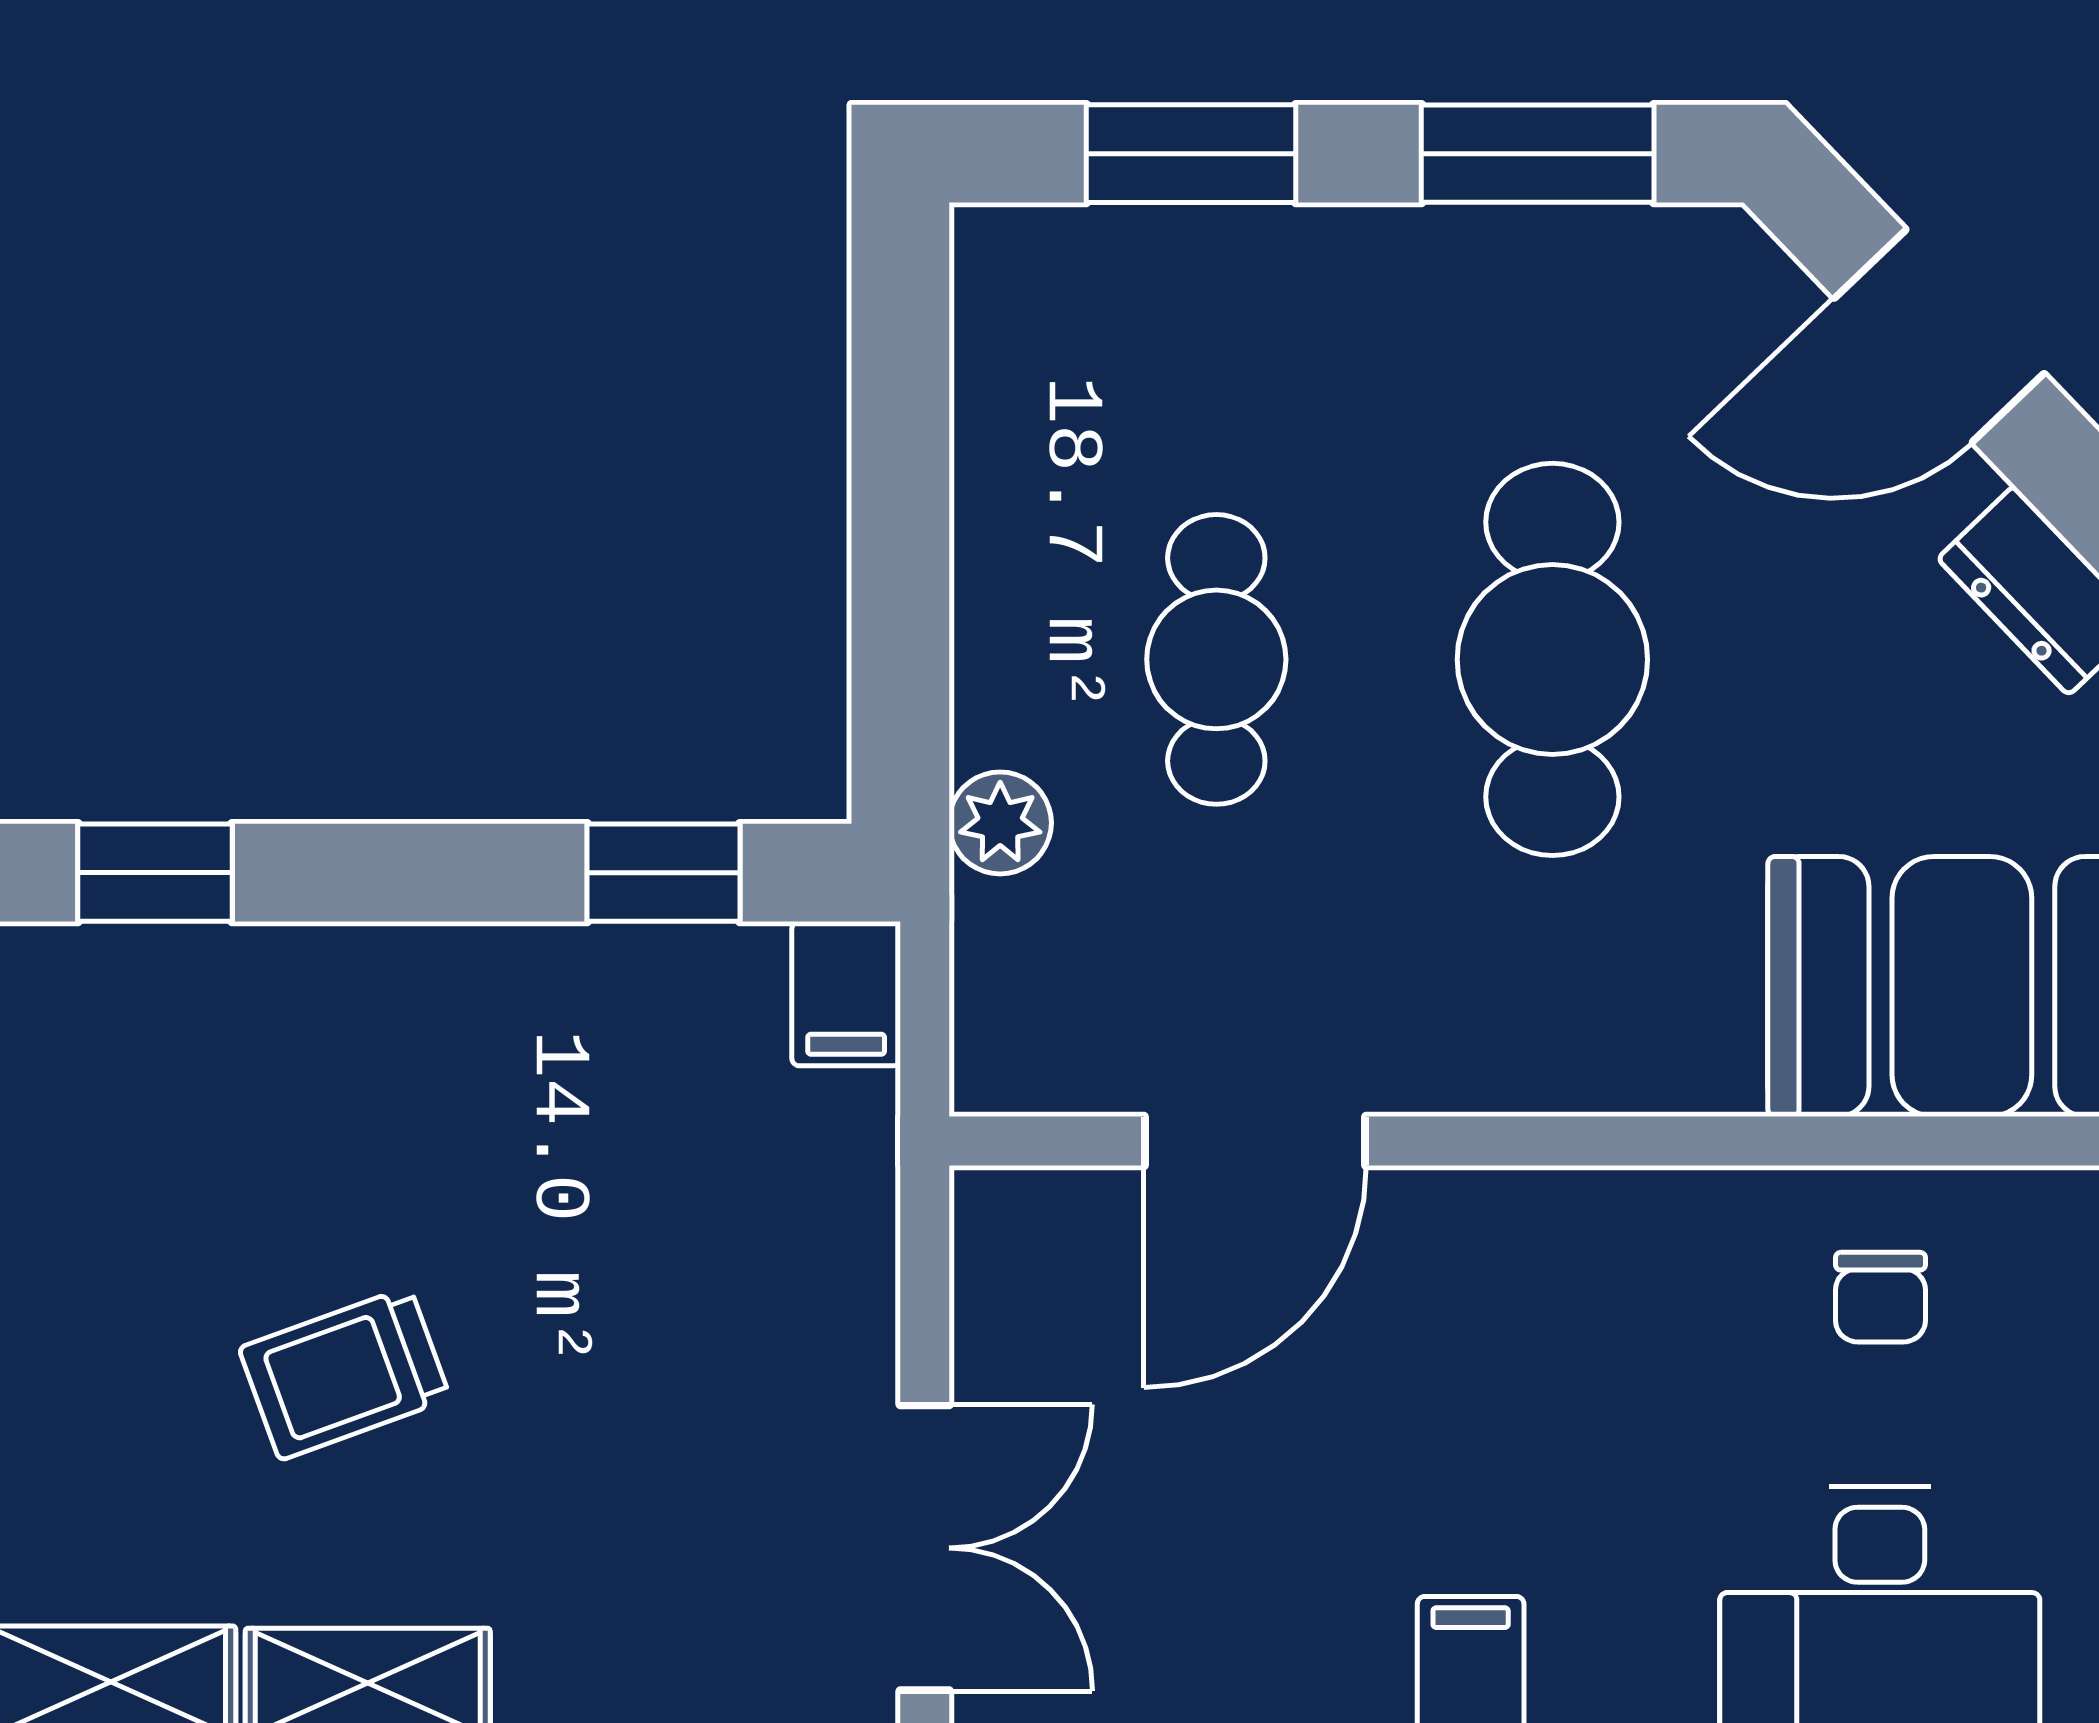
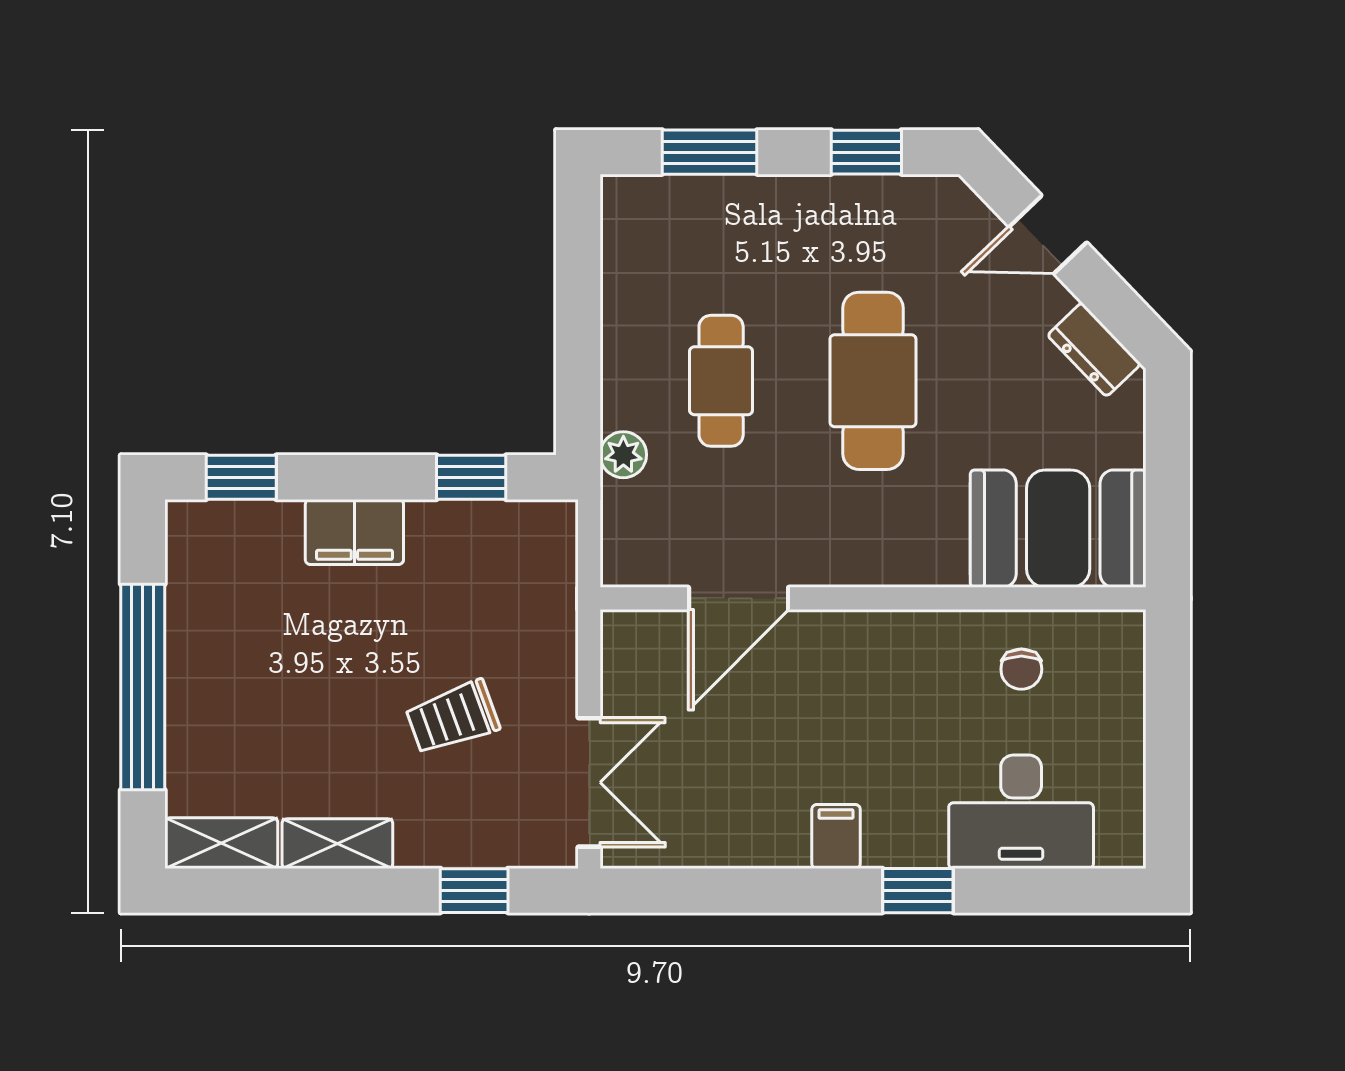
window: (1538, 154) -> (866, 152), width x0.67
door: (1939, 336) -> (1048, 235), width x0.73
filing cabinet: (846, 994) -> (354, 532), moved, width x2.00
trolley: (345, 1373) -> (453, 717), moved

